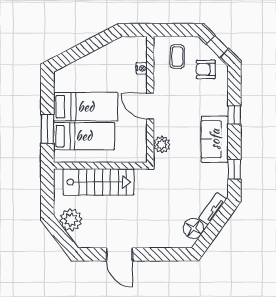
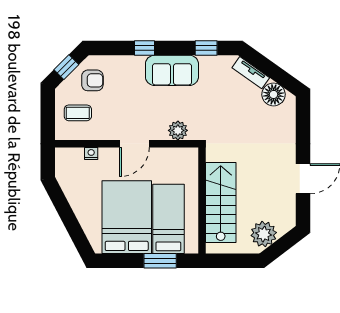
armchair: (206, 69) -> (92, 80), turned -90
bed: (86, 107) -> (127, 217), width x1.50

